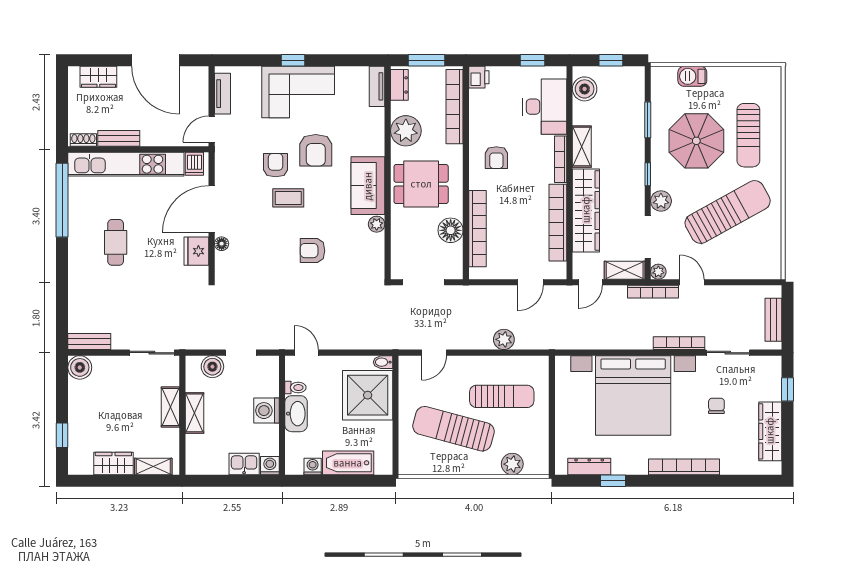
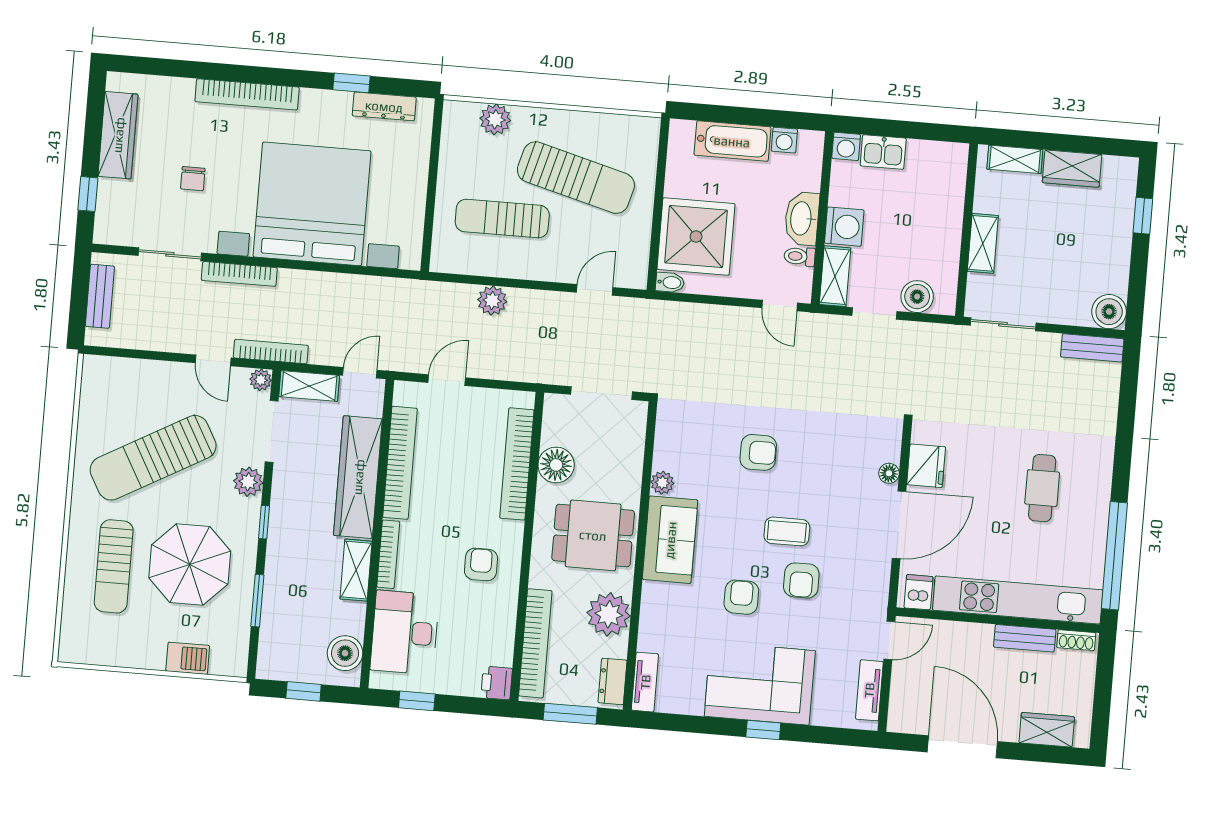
sun lounger: (748, 135) -> (114, 566), turned 180
armchair: (316, 150) -> (741, 597), width x0.72, depth x0.72
shelving: (194, 413) -> (835, 276), moved

